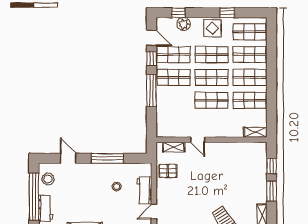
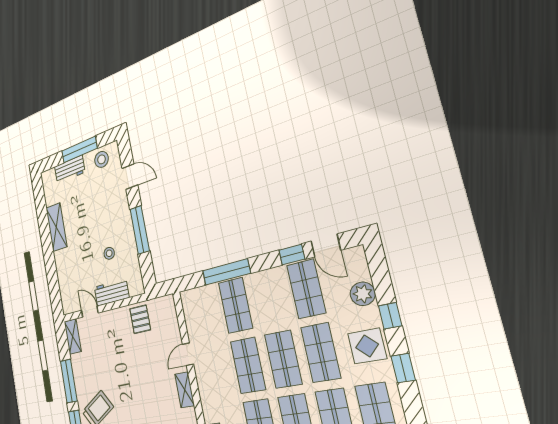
window: (179, 13) -> (390, 316), moved
door: (152, 38) -> (326, 246), hinge flipped
shop shelf: (174, 77) -> (235, 305), moved
window: (152, 91) -> (226, 272), moved
shelving: (174, 147) -> (185, 390), moved
door: (68, 158) -> (130, 177), hinge flipped
window: (34, 197) -> (79, 150), width x0.68

